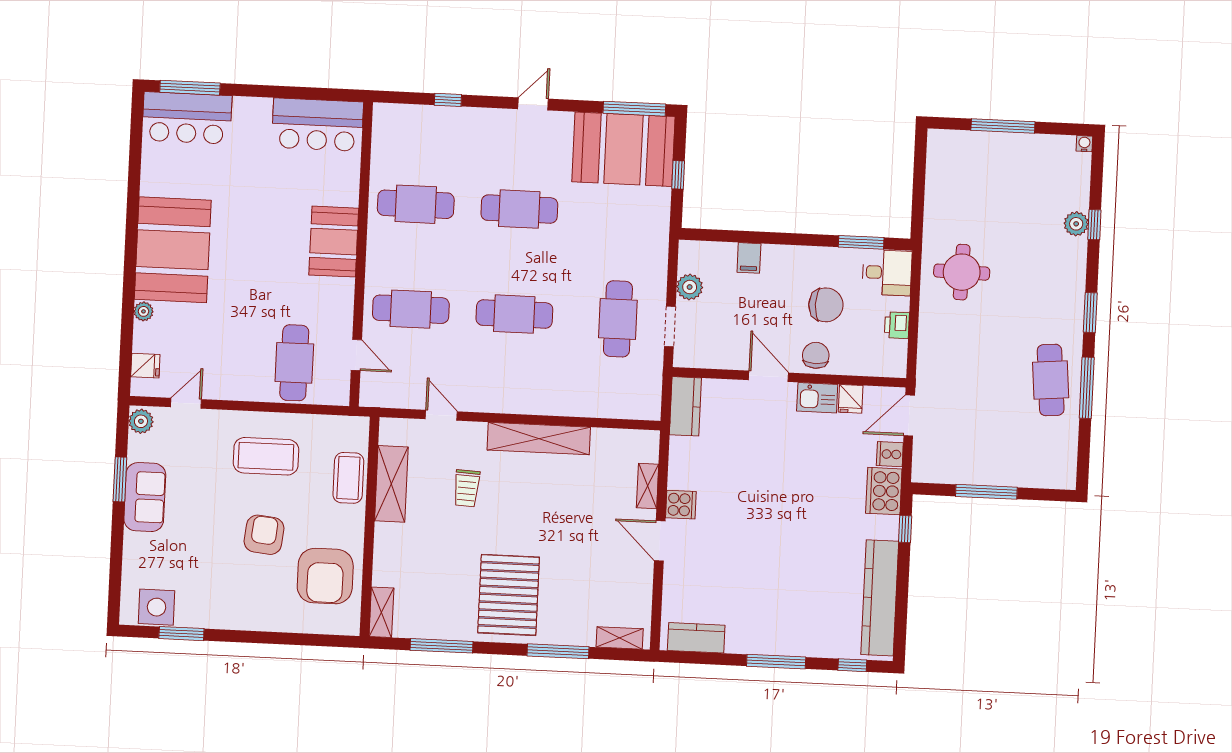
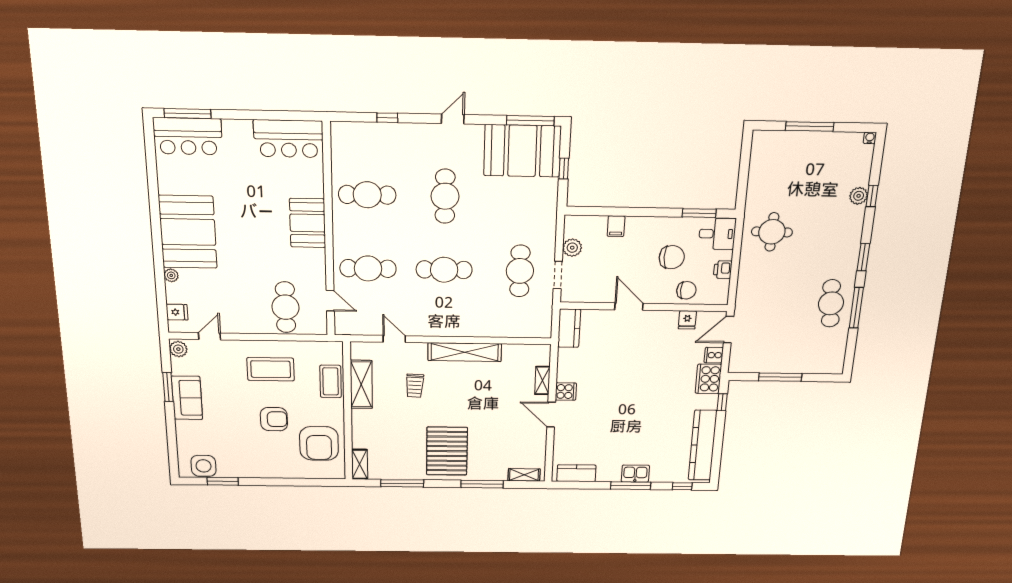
cafe table: (519, 209) -> (445, 196), turned 90
chair: (816, 355) -> (686, 290), moved, turned 90
kitchen sink: (817, 398) -> (635, 474), moved, turned 180
armchair: (264, 535) -> (274, 419), turned 84

